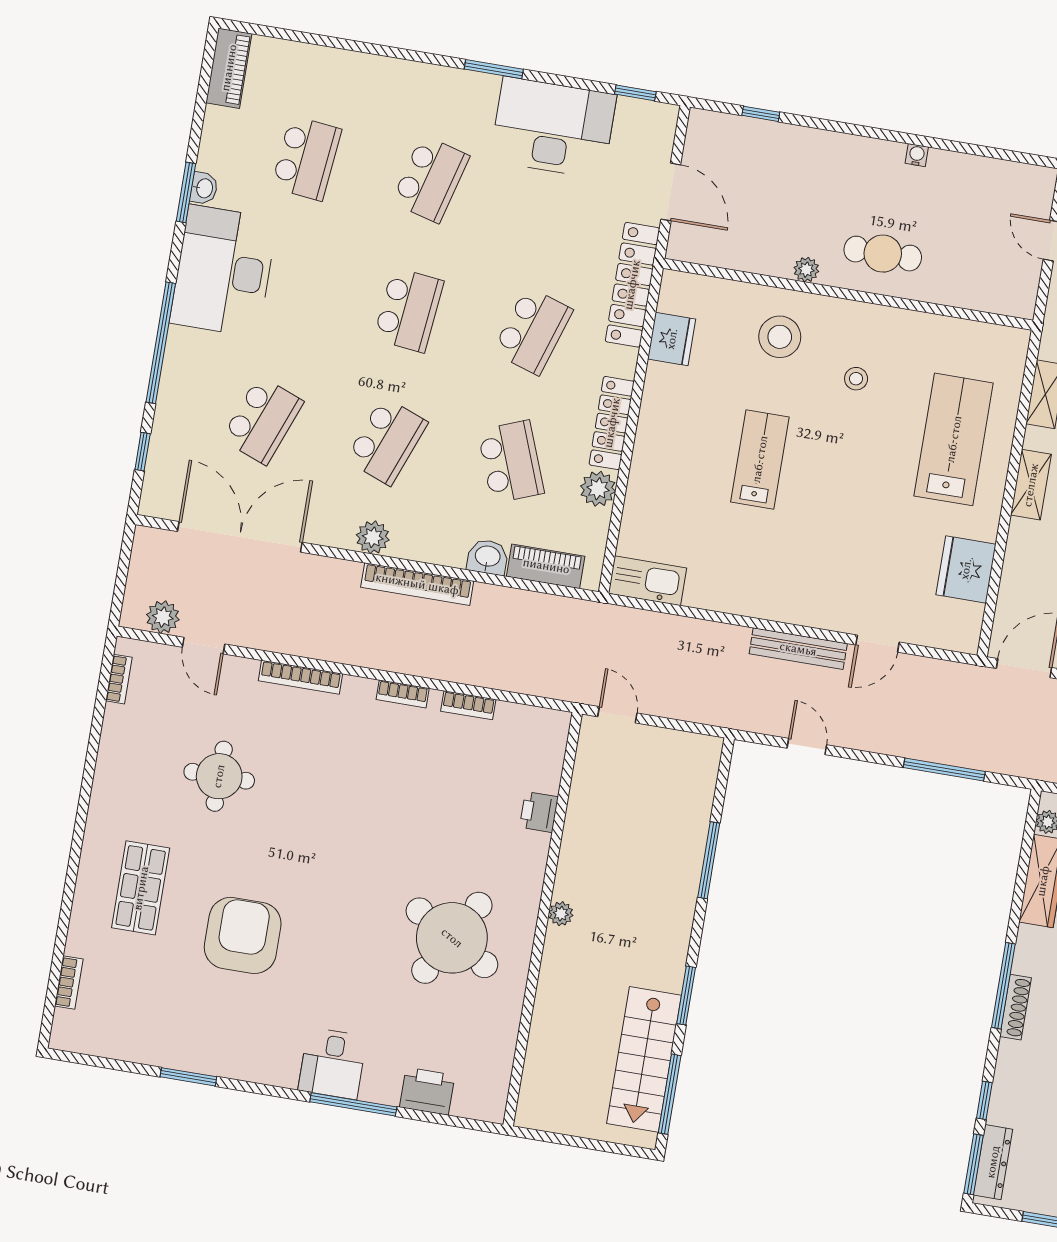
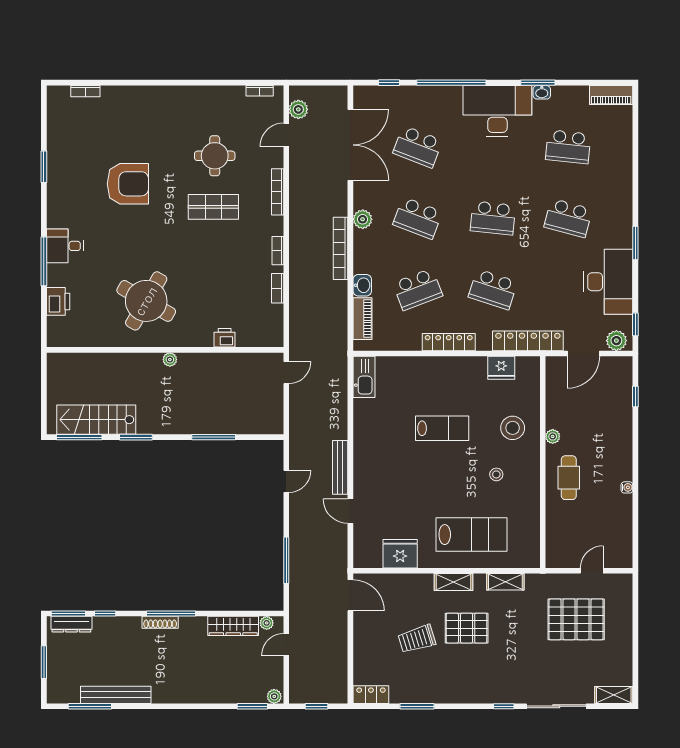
plant: (598, 489) -> (616, 341), moved
shop shelf: (141, 888) -> (213, 207), moved

